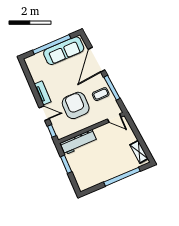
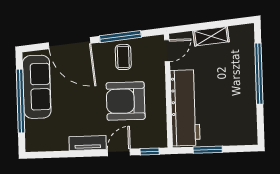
workbench: (79, 142) -> (185, 108), width x1.36, depth x1.32
shelving: (139, 152) -> (211, 36), moved

